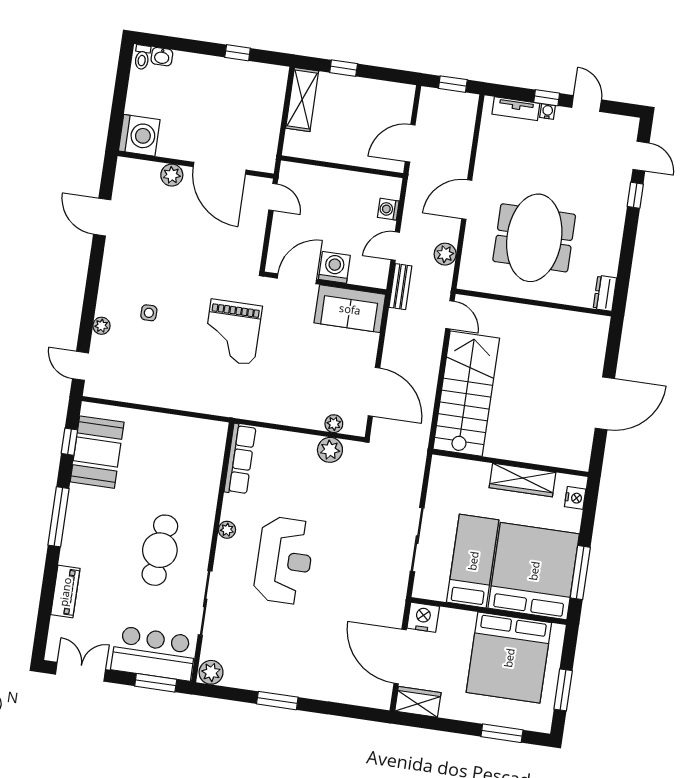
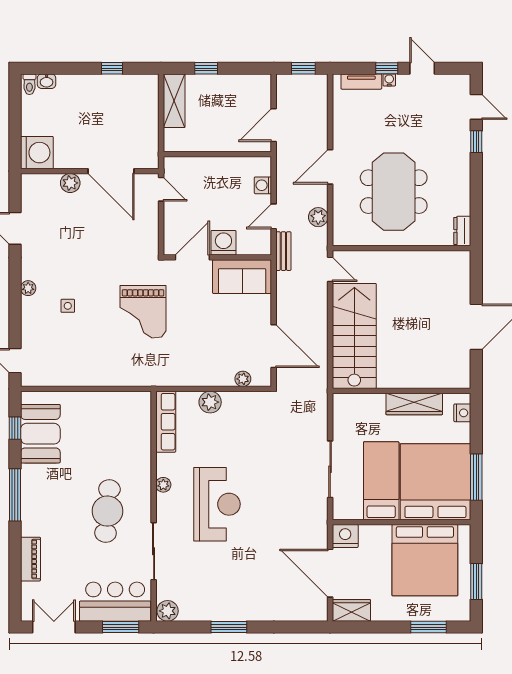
plant: (101, 326) -> (28, 288), moved
plant: (330, 450) -> (210, 402), moved

